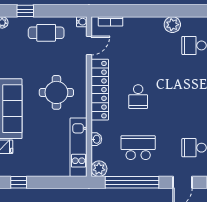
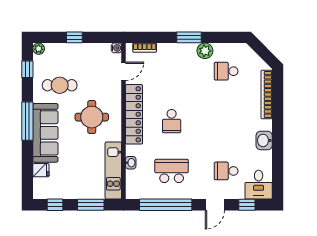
window: (25, 11) -> (74, 37), moved
window: (156, 11) -> (189, 37), added
cafe table: (46, 33) -> (60, 85), moved
plant: (99, 169) -> (133, 191), removed
window: (55, 182) -> (91, 205), added

